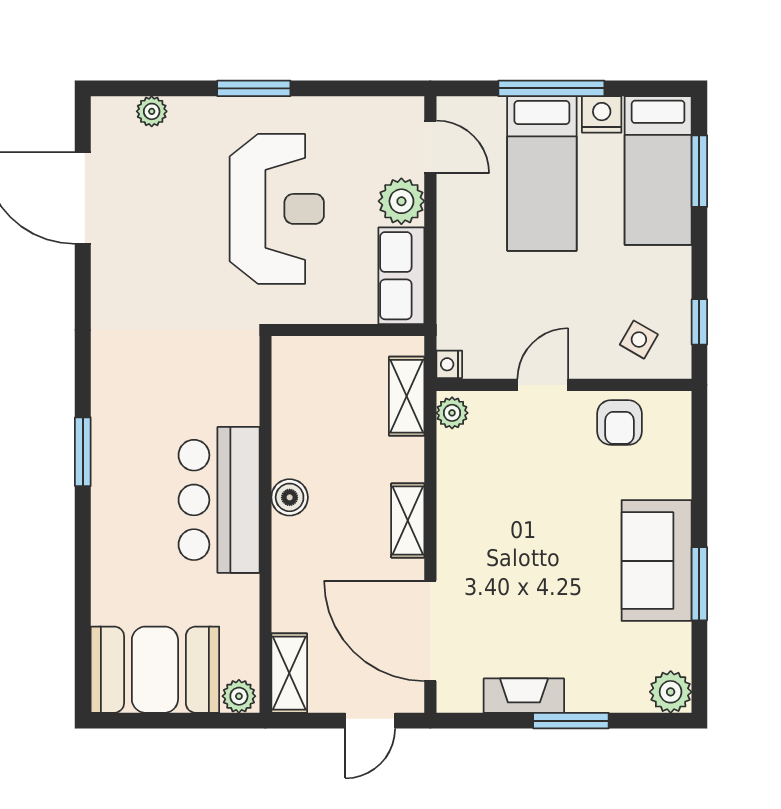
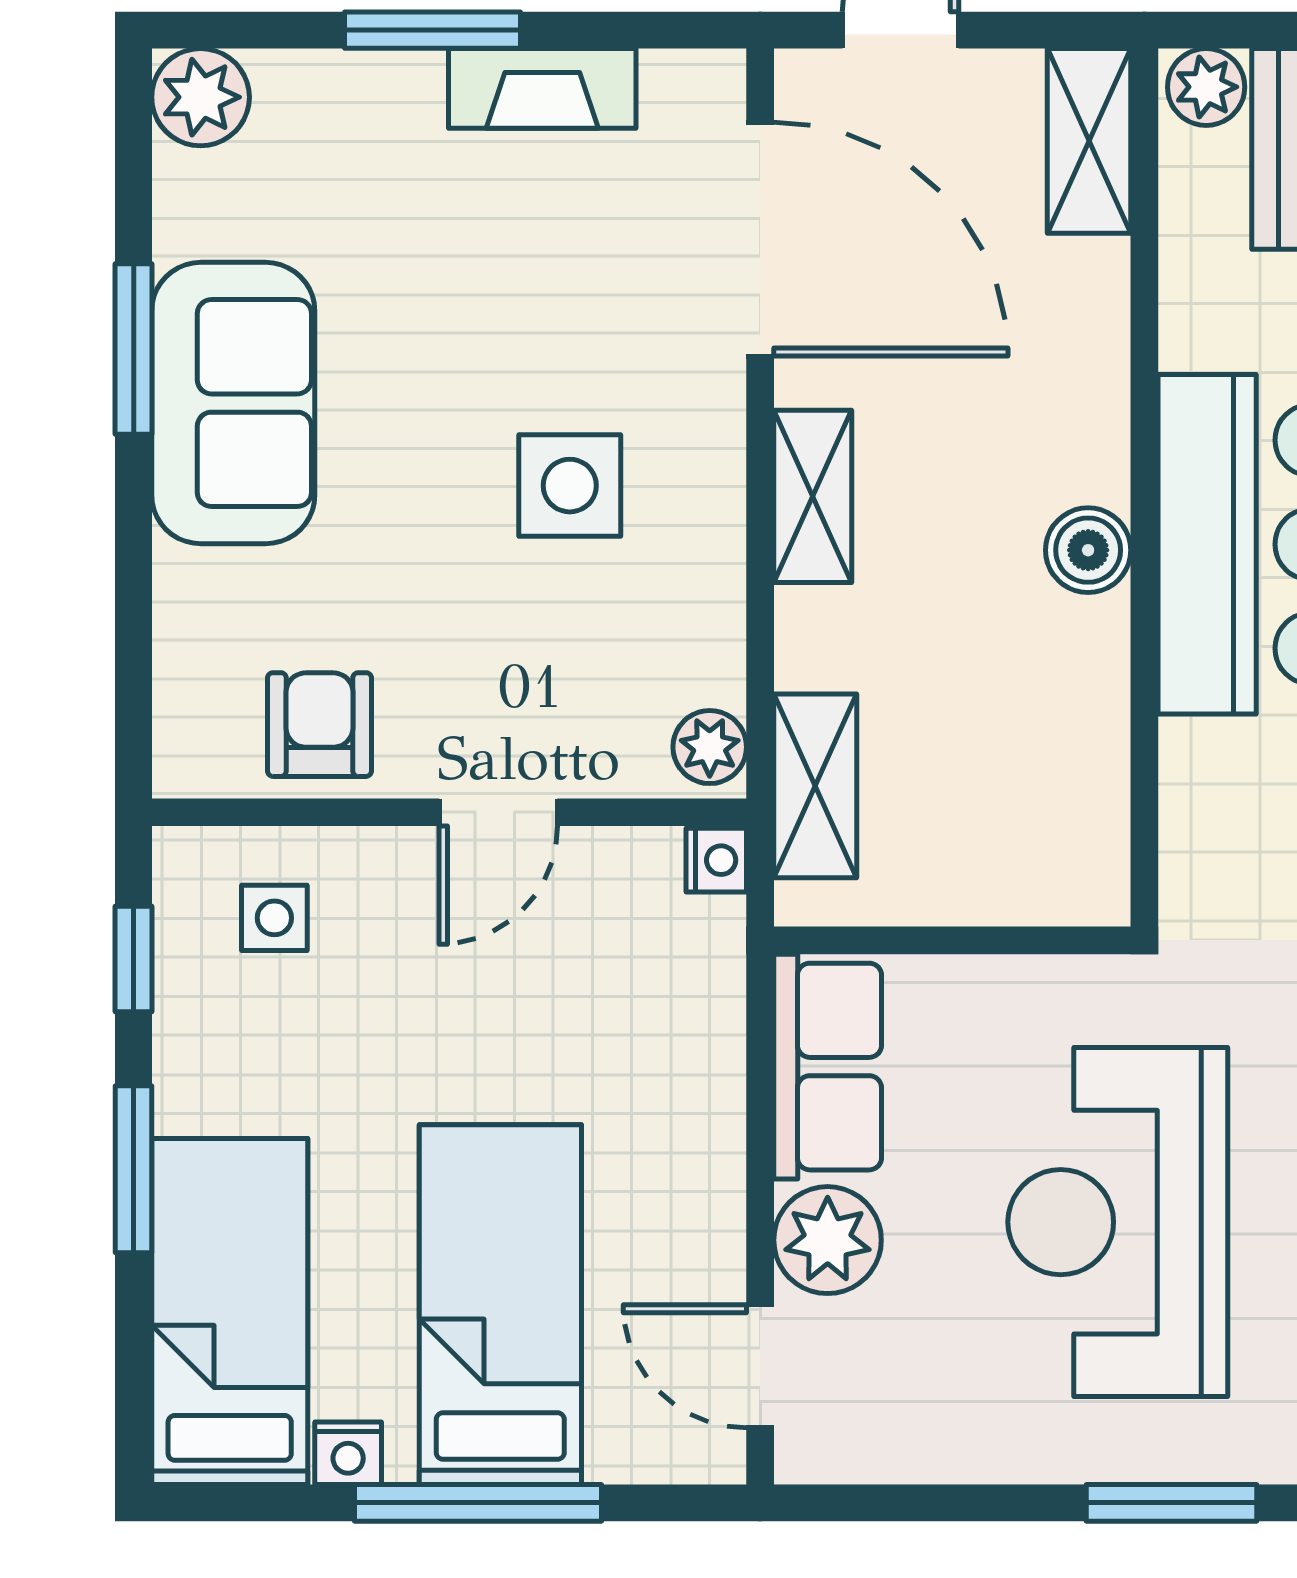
nightstand: (602, 114) -> (348, 1453), width x0.72, depth x0.74
window: (699, 171) -> (134, 1169), moved
side table: (639, 340) -> (274, 918), turned -30
side table: (512, 525) -> (570, 486), added

